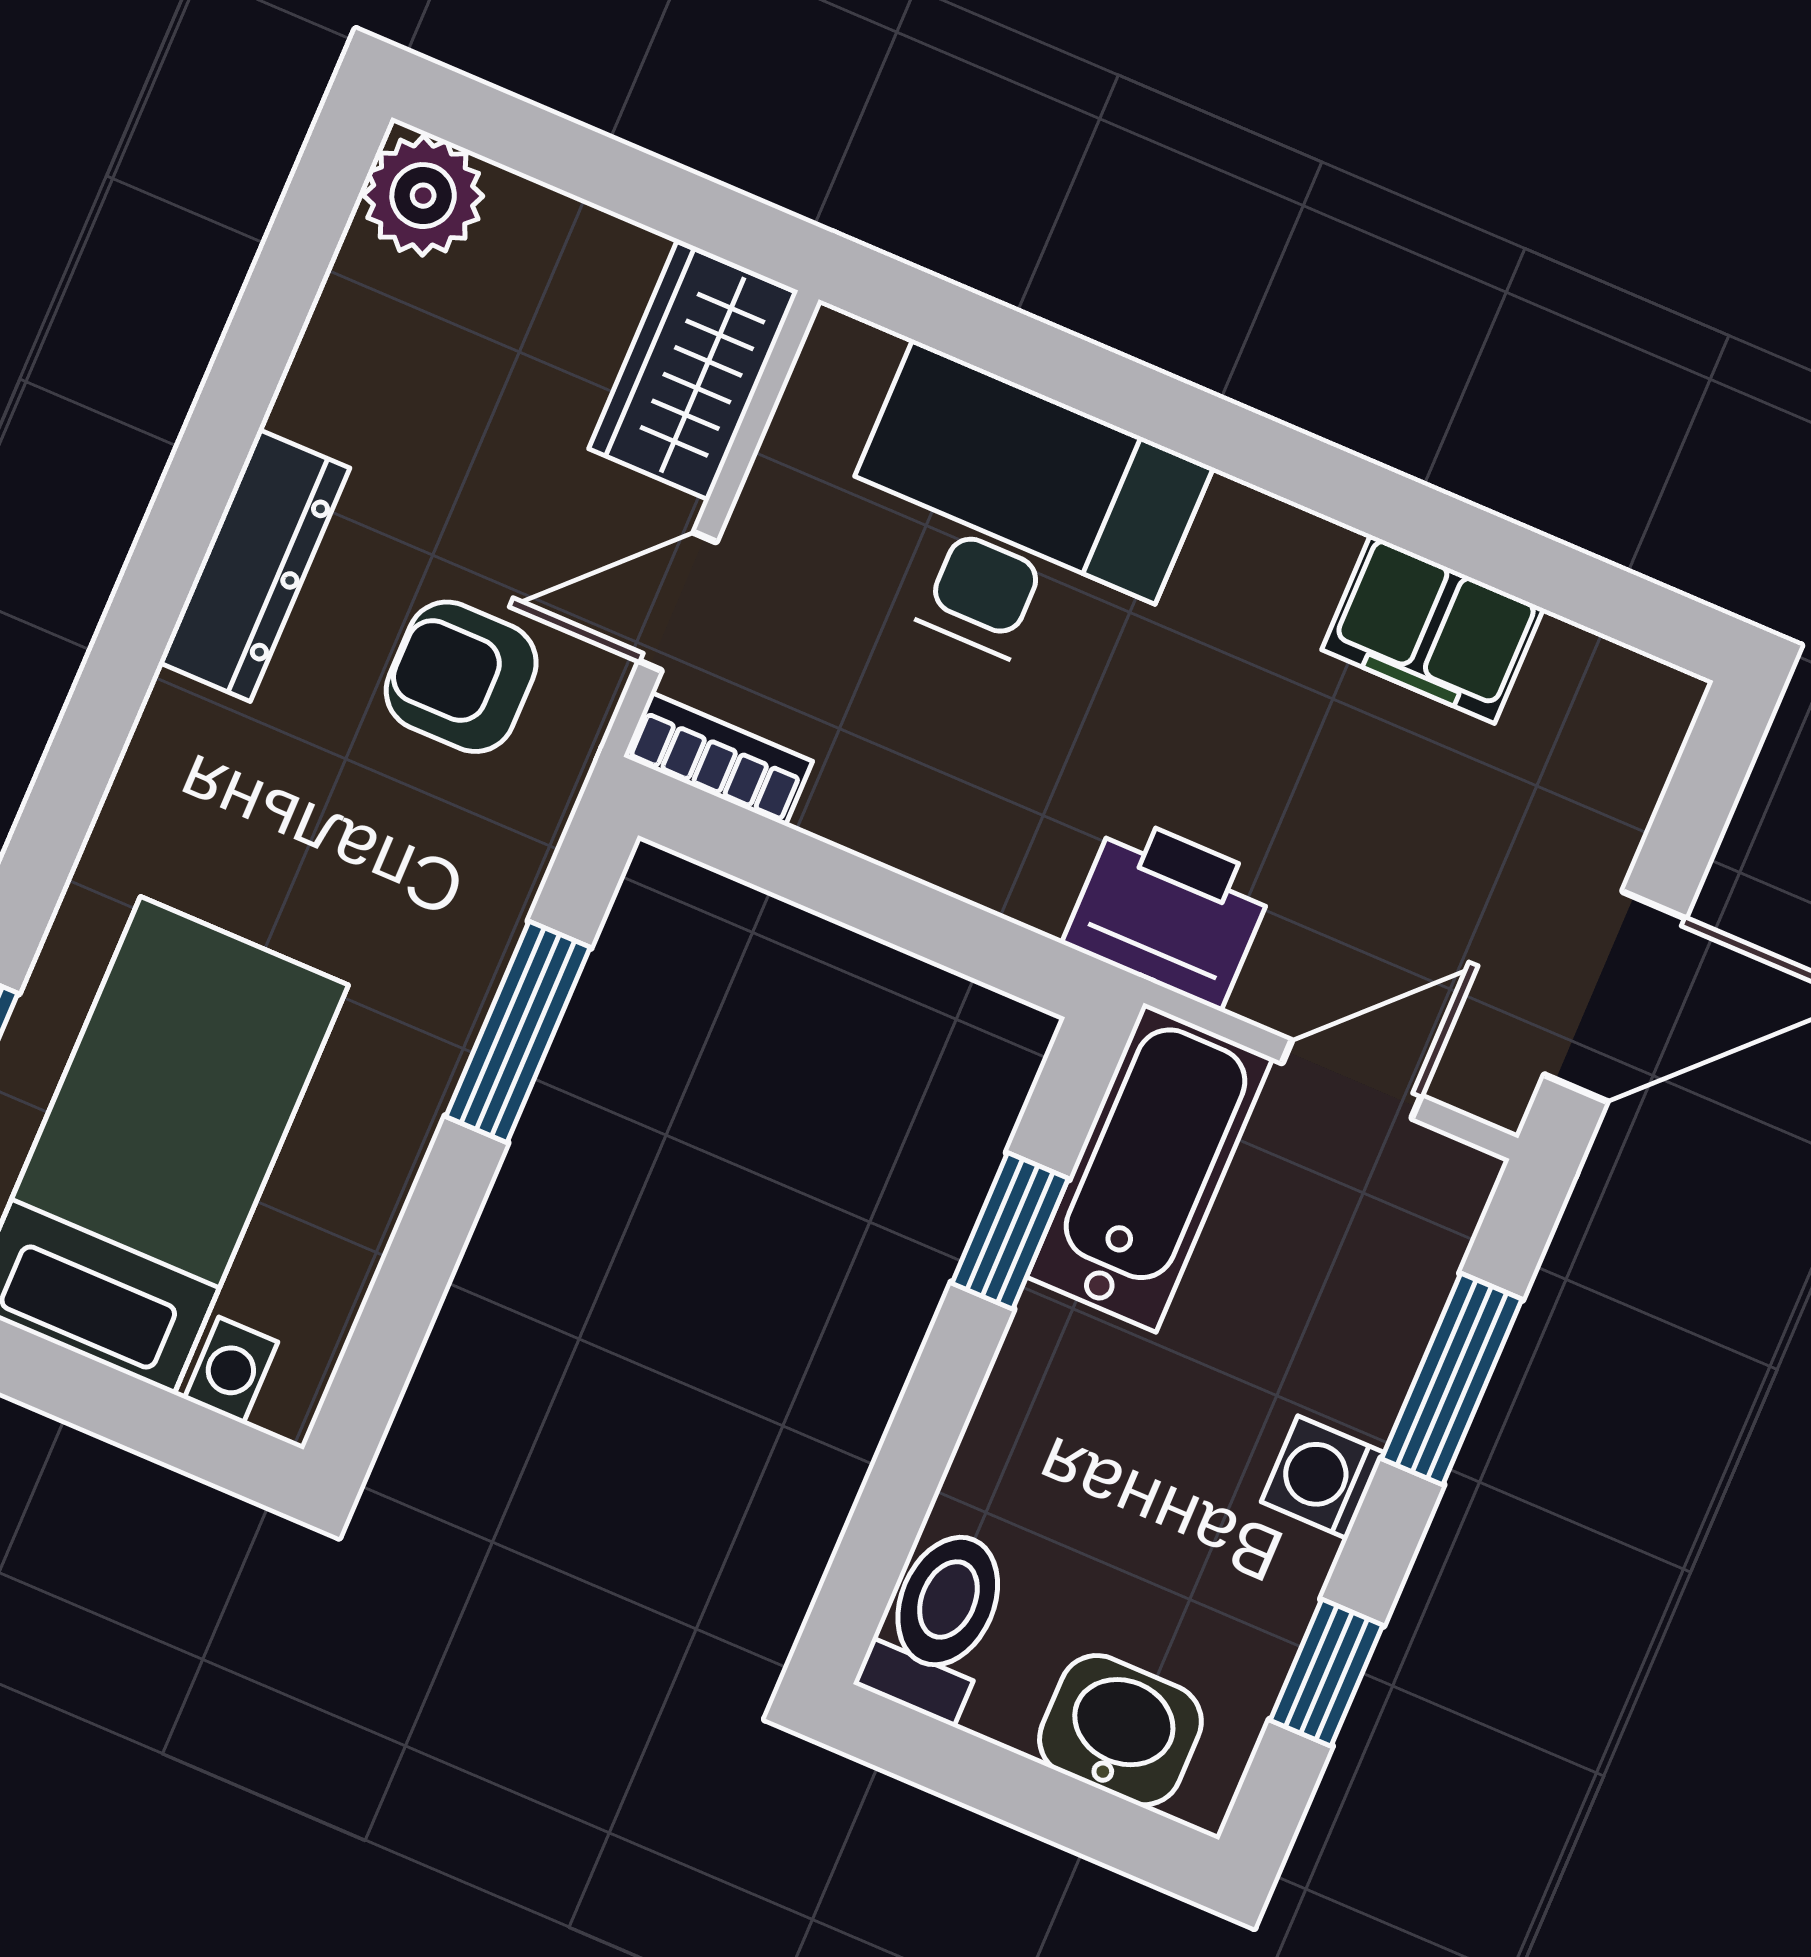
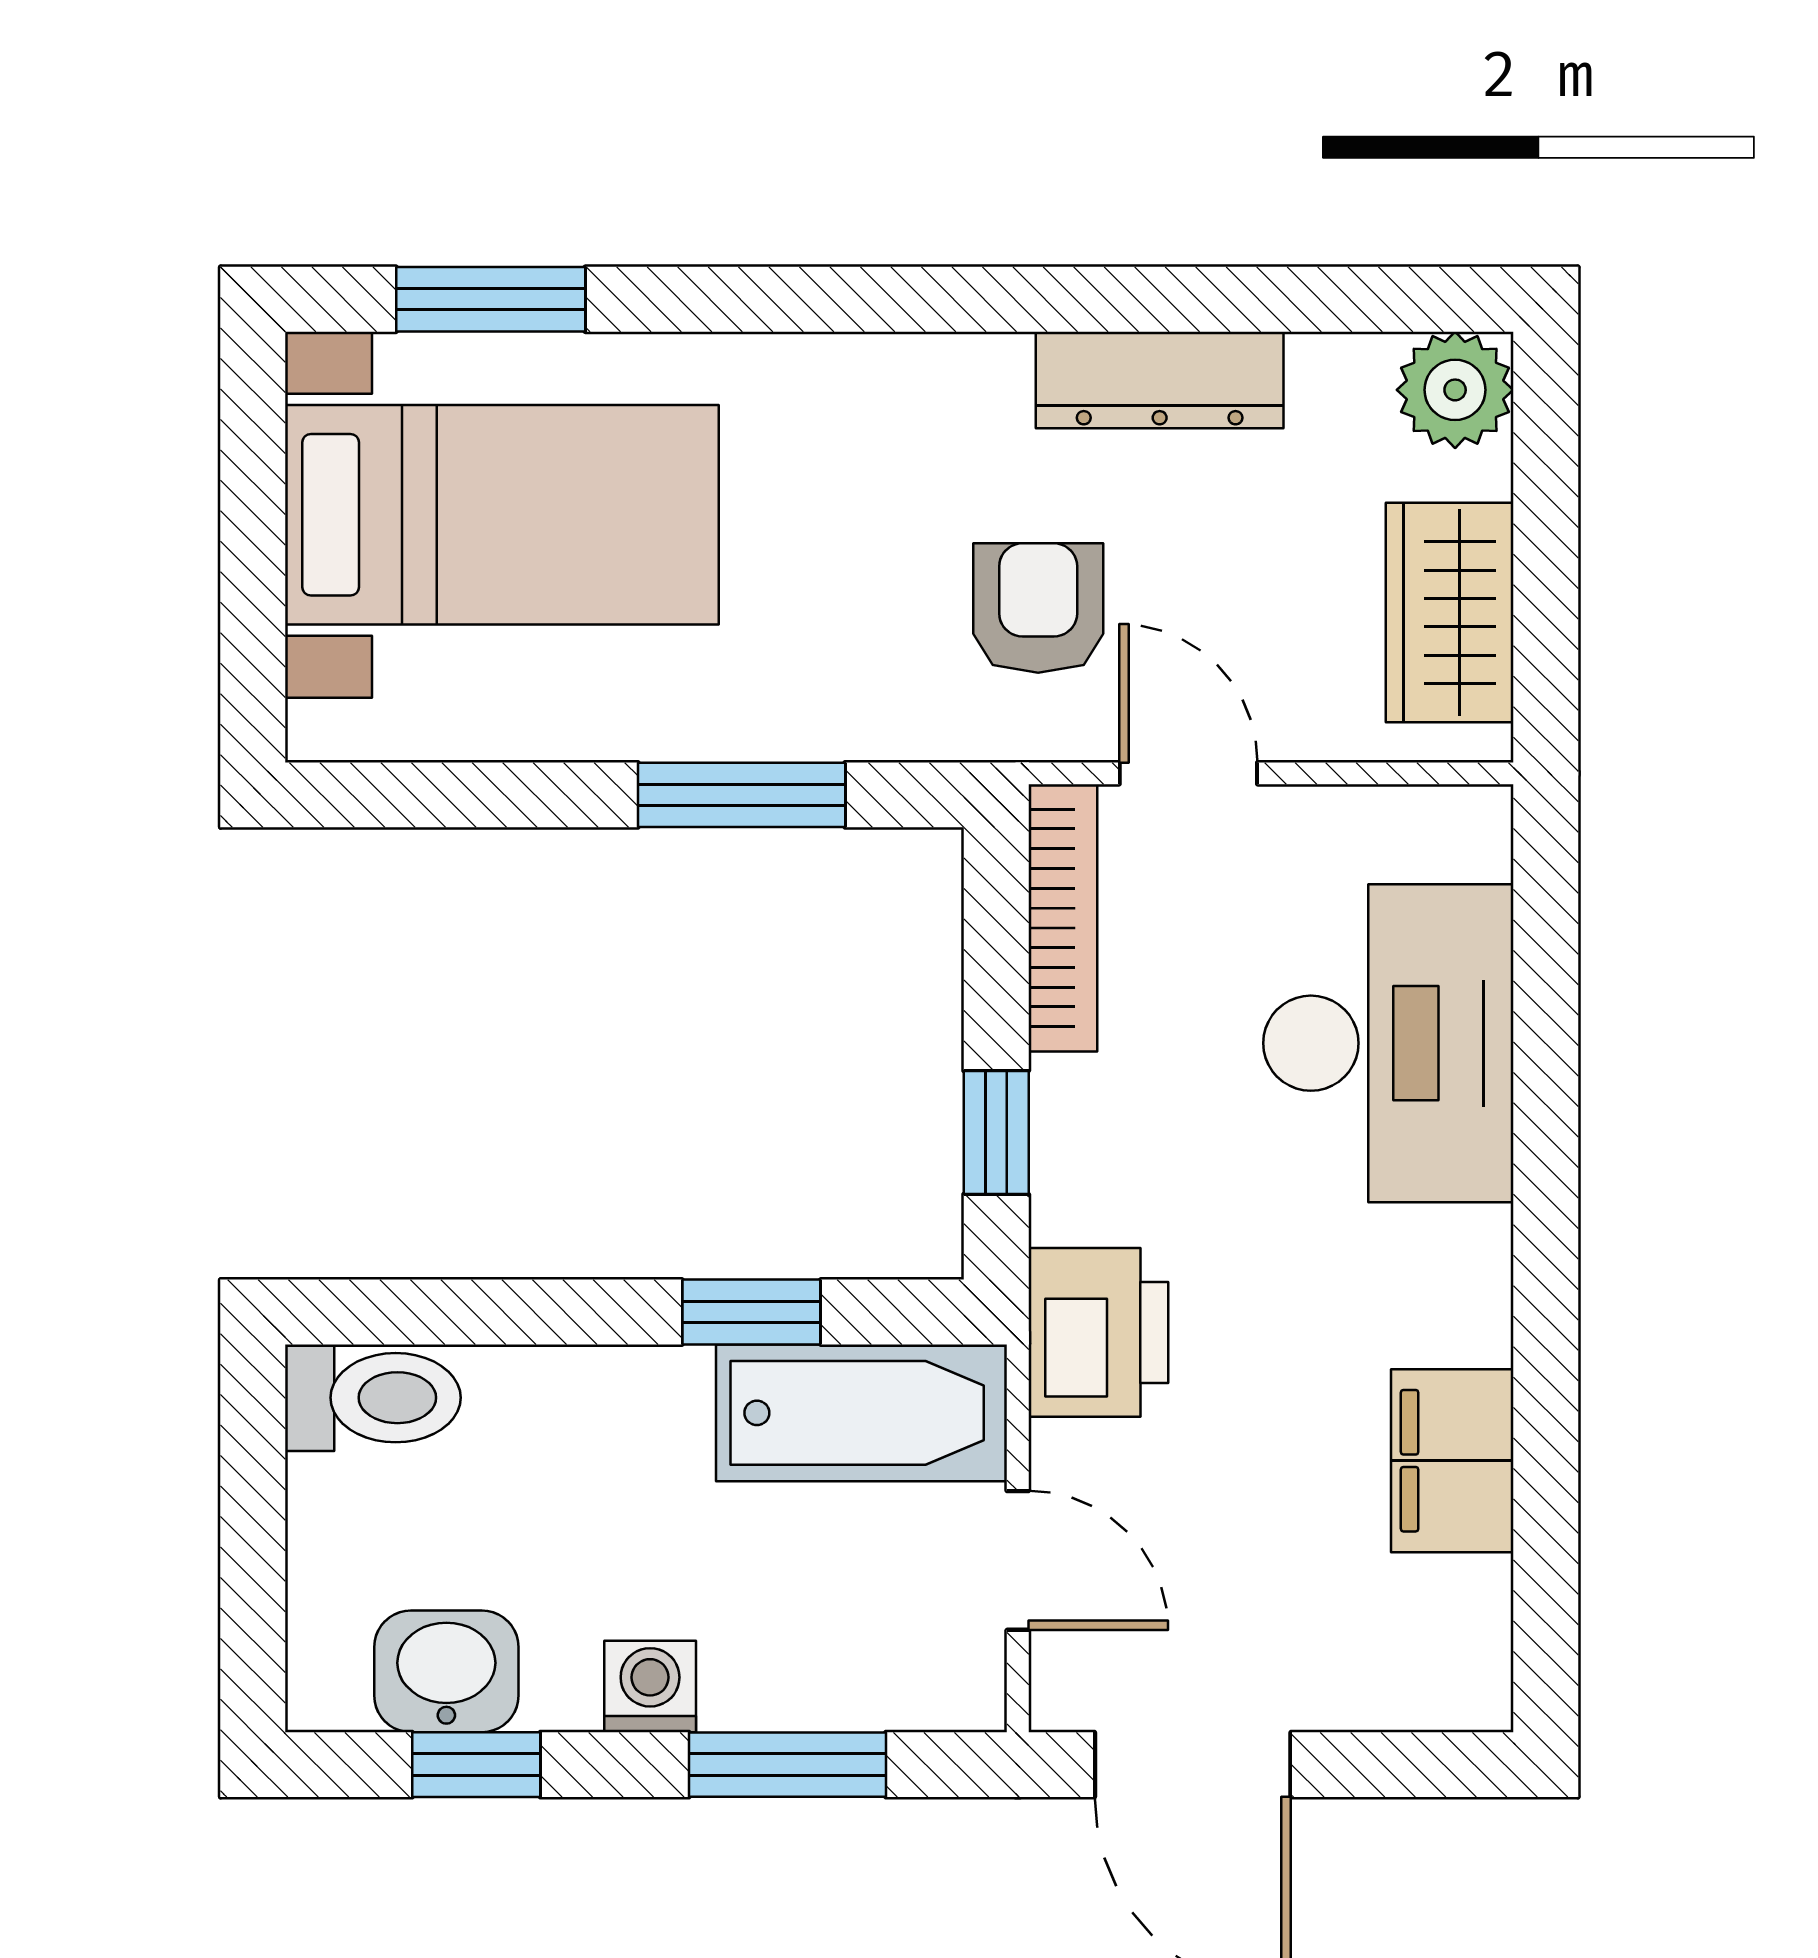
wardrobe: (693, 371) -> (1450, 613), moved, turned -90
dresser: (254, 565) -> (1160, 380), moved
bookcase: (718, 759) -> (1063, 918), width x1.56
window: (939, 928) -> (996, 1132), added
washbasin: (1120, 1730) -> (446, 1671), moved, turned -90

